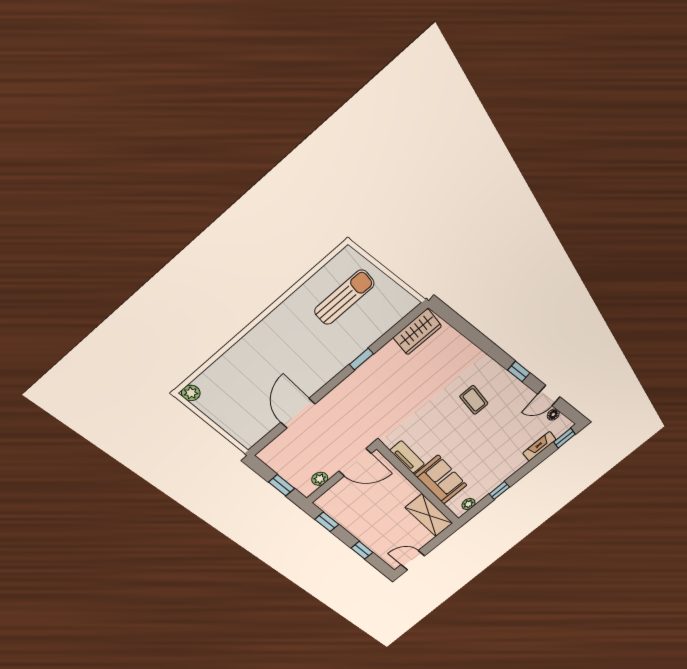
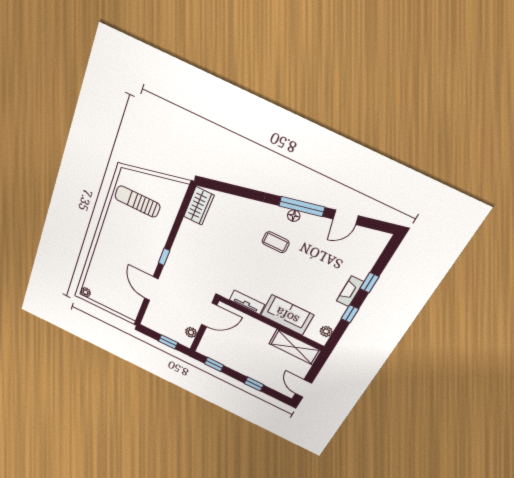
sun lounger: (344, 297) -> (137, 201), turned -90
window: (361, 359) -> (164, 257), moved
window: (519, 371) -> (302, 207), width x2.17
floor lamp: (553, 415) -> (294, 216), moved
window: (564, 438) -> (369, 283), moved
fireplace: (539, 446) -> (350, 291), moved
door: (413, 560) -> (303, 388), hinge flipped

